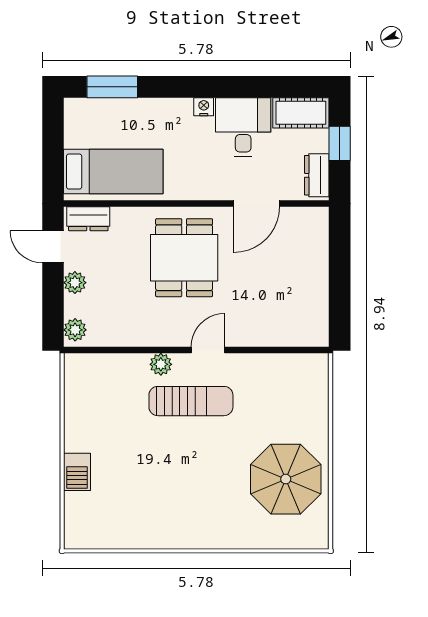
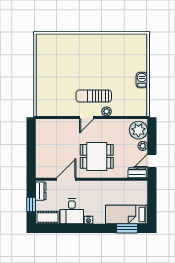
bed: (113, 172) -> (127, 214), moved
door: (53, 247) -> (152, 161), swing flipped
dining table: (184, 258) -> (97, 156), turned 90
plant: (75, 330) -> (138, 130), width x1.87, depth x1.87
barbecue: (77, 472) -> (142, 80), moved
parasol: (286, 479) -> (54, 63), removed

